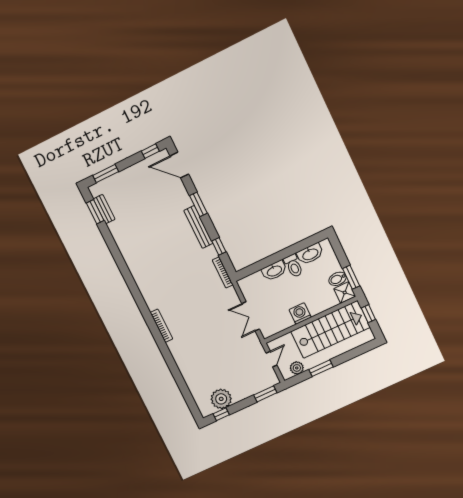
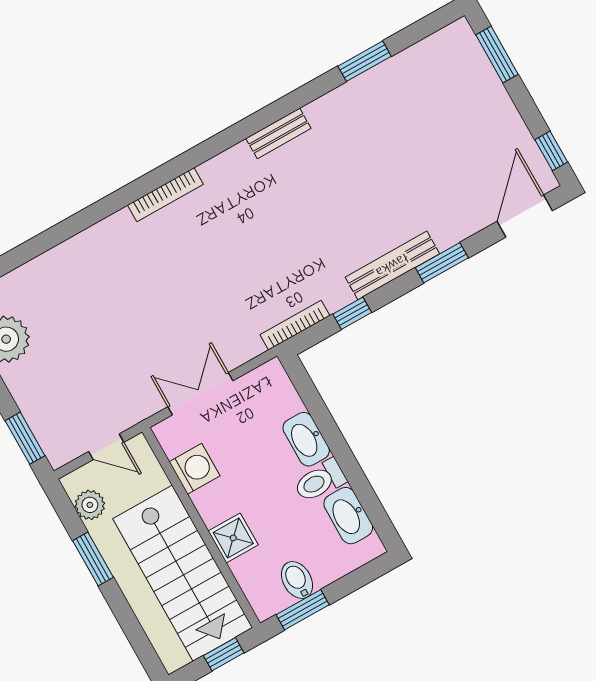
bench: (104, 209) -> (278, 133), moved
window: (95, 212) -> (365, 61), moved
shower: (345, 292) -> (233, 538), moved
washing machine: (300, 313) -> (195, 469), moved

